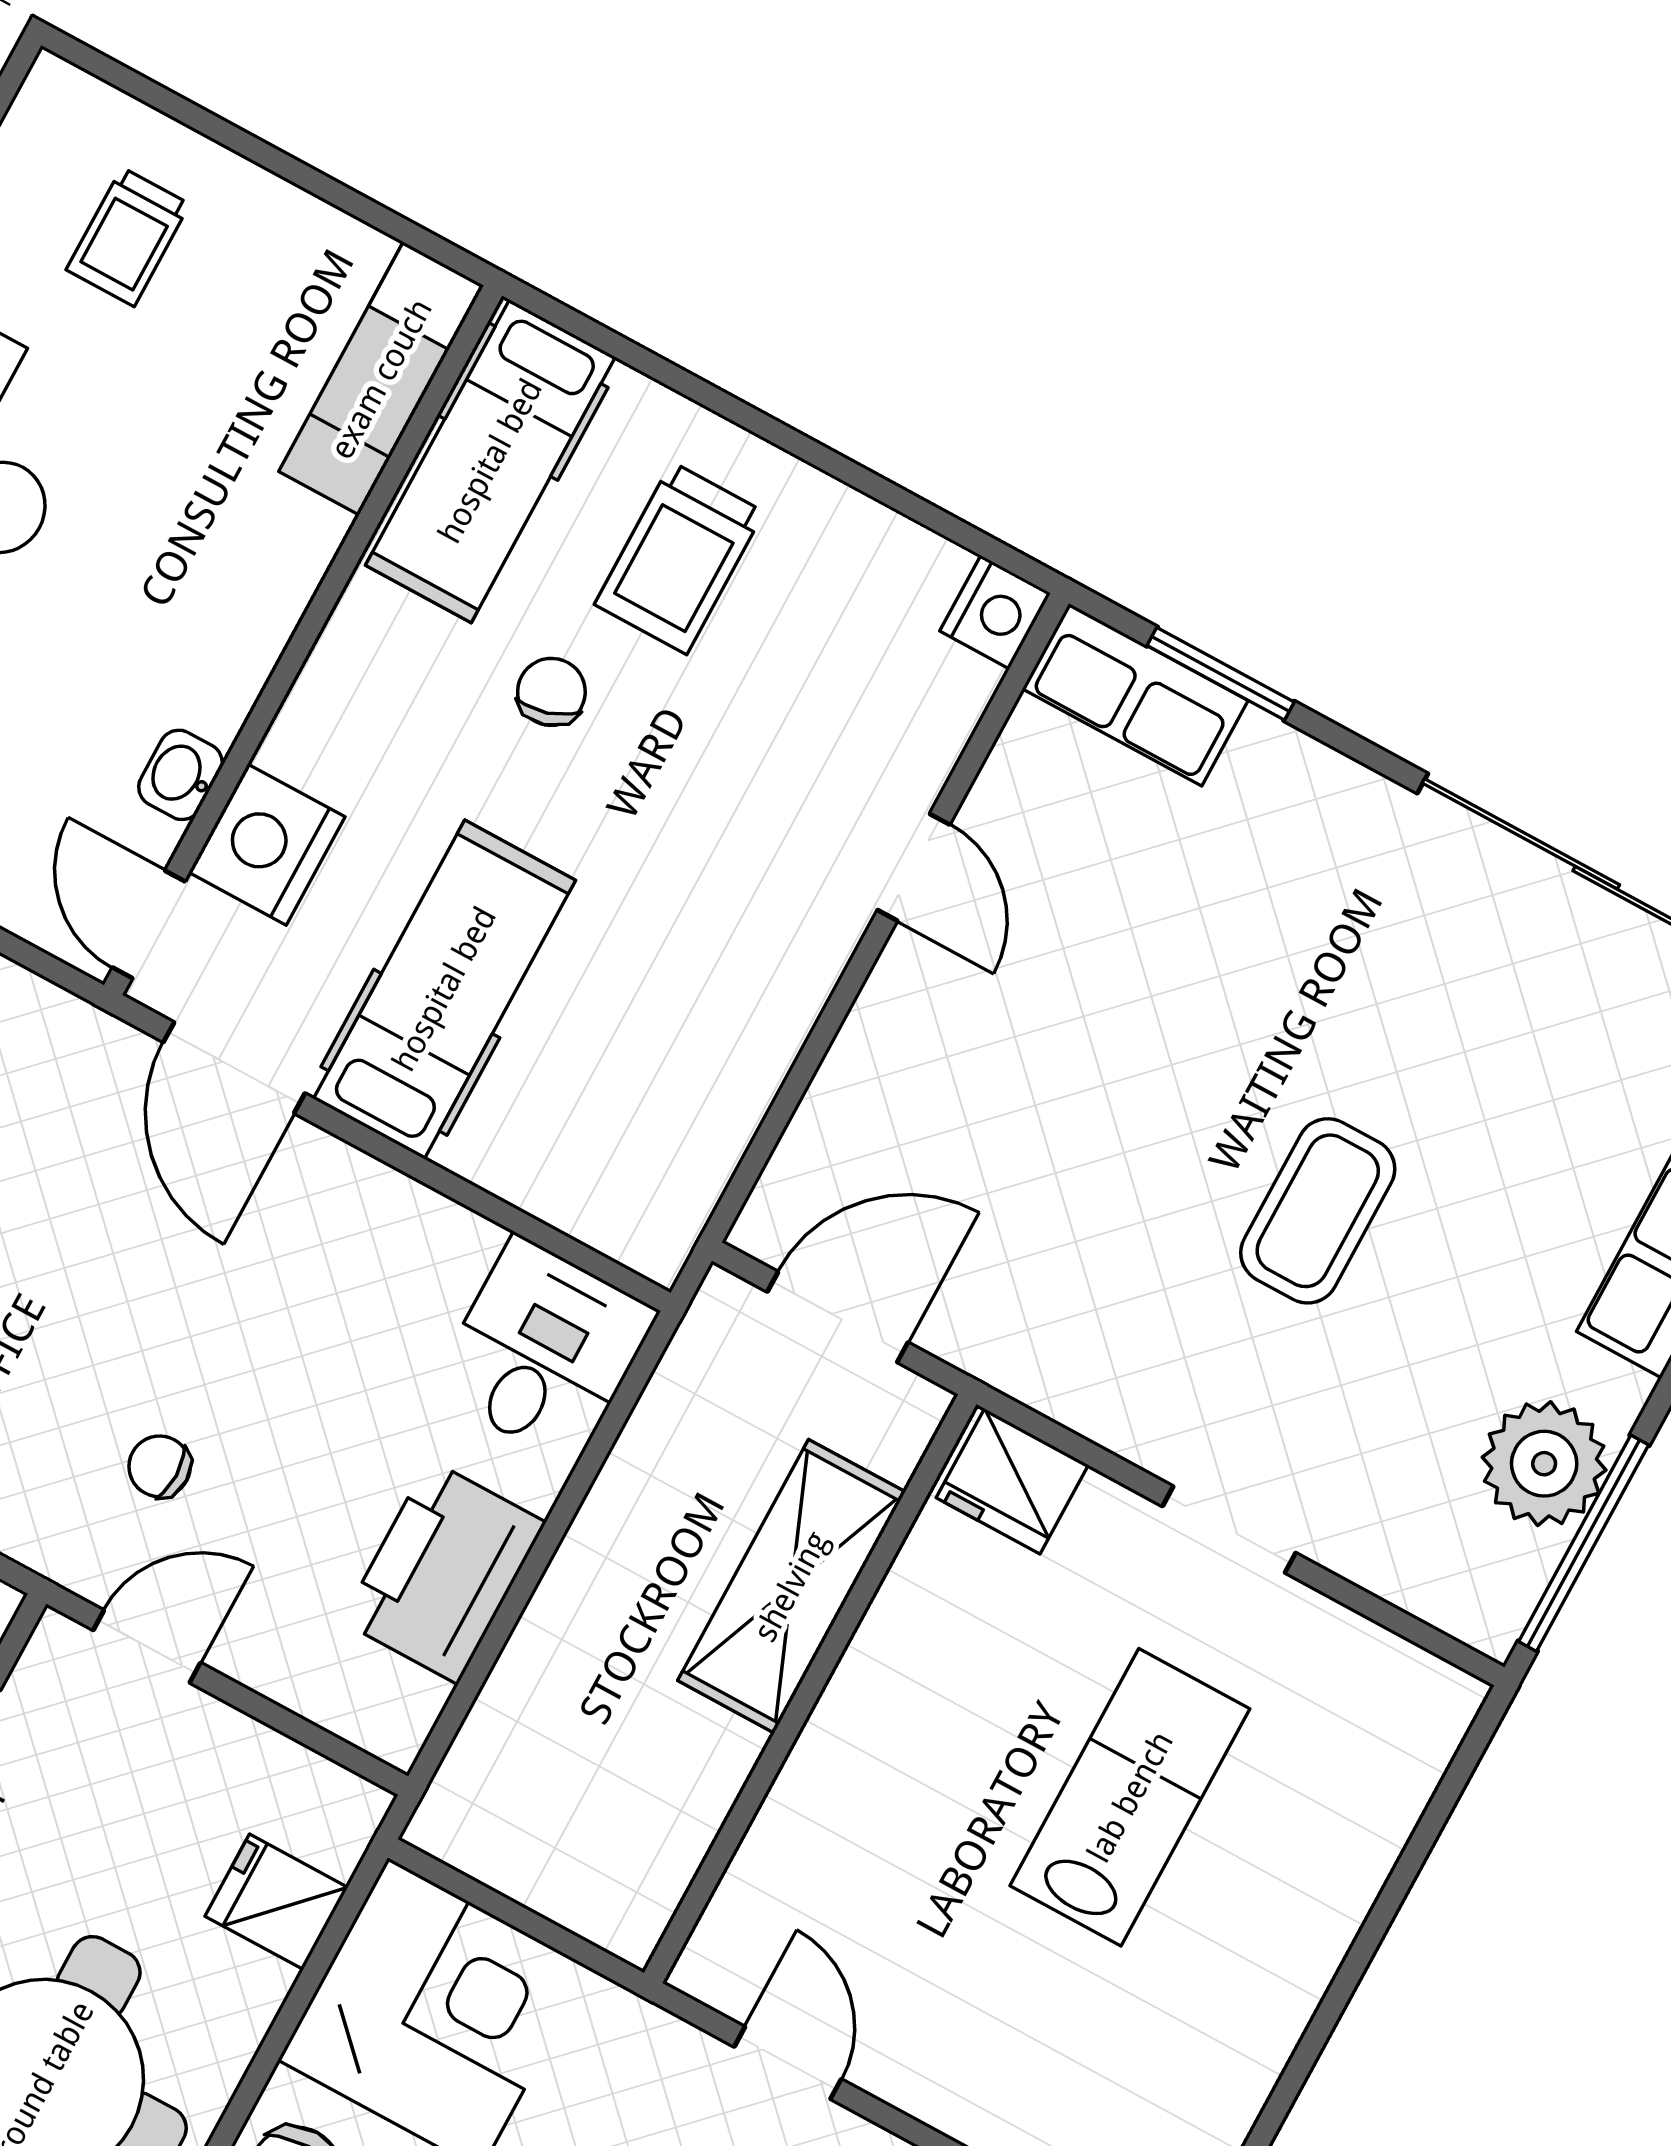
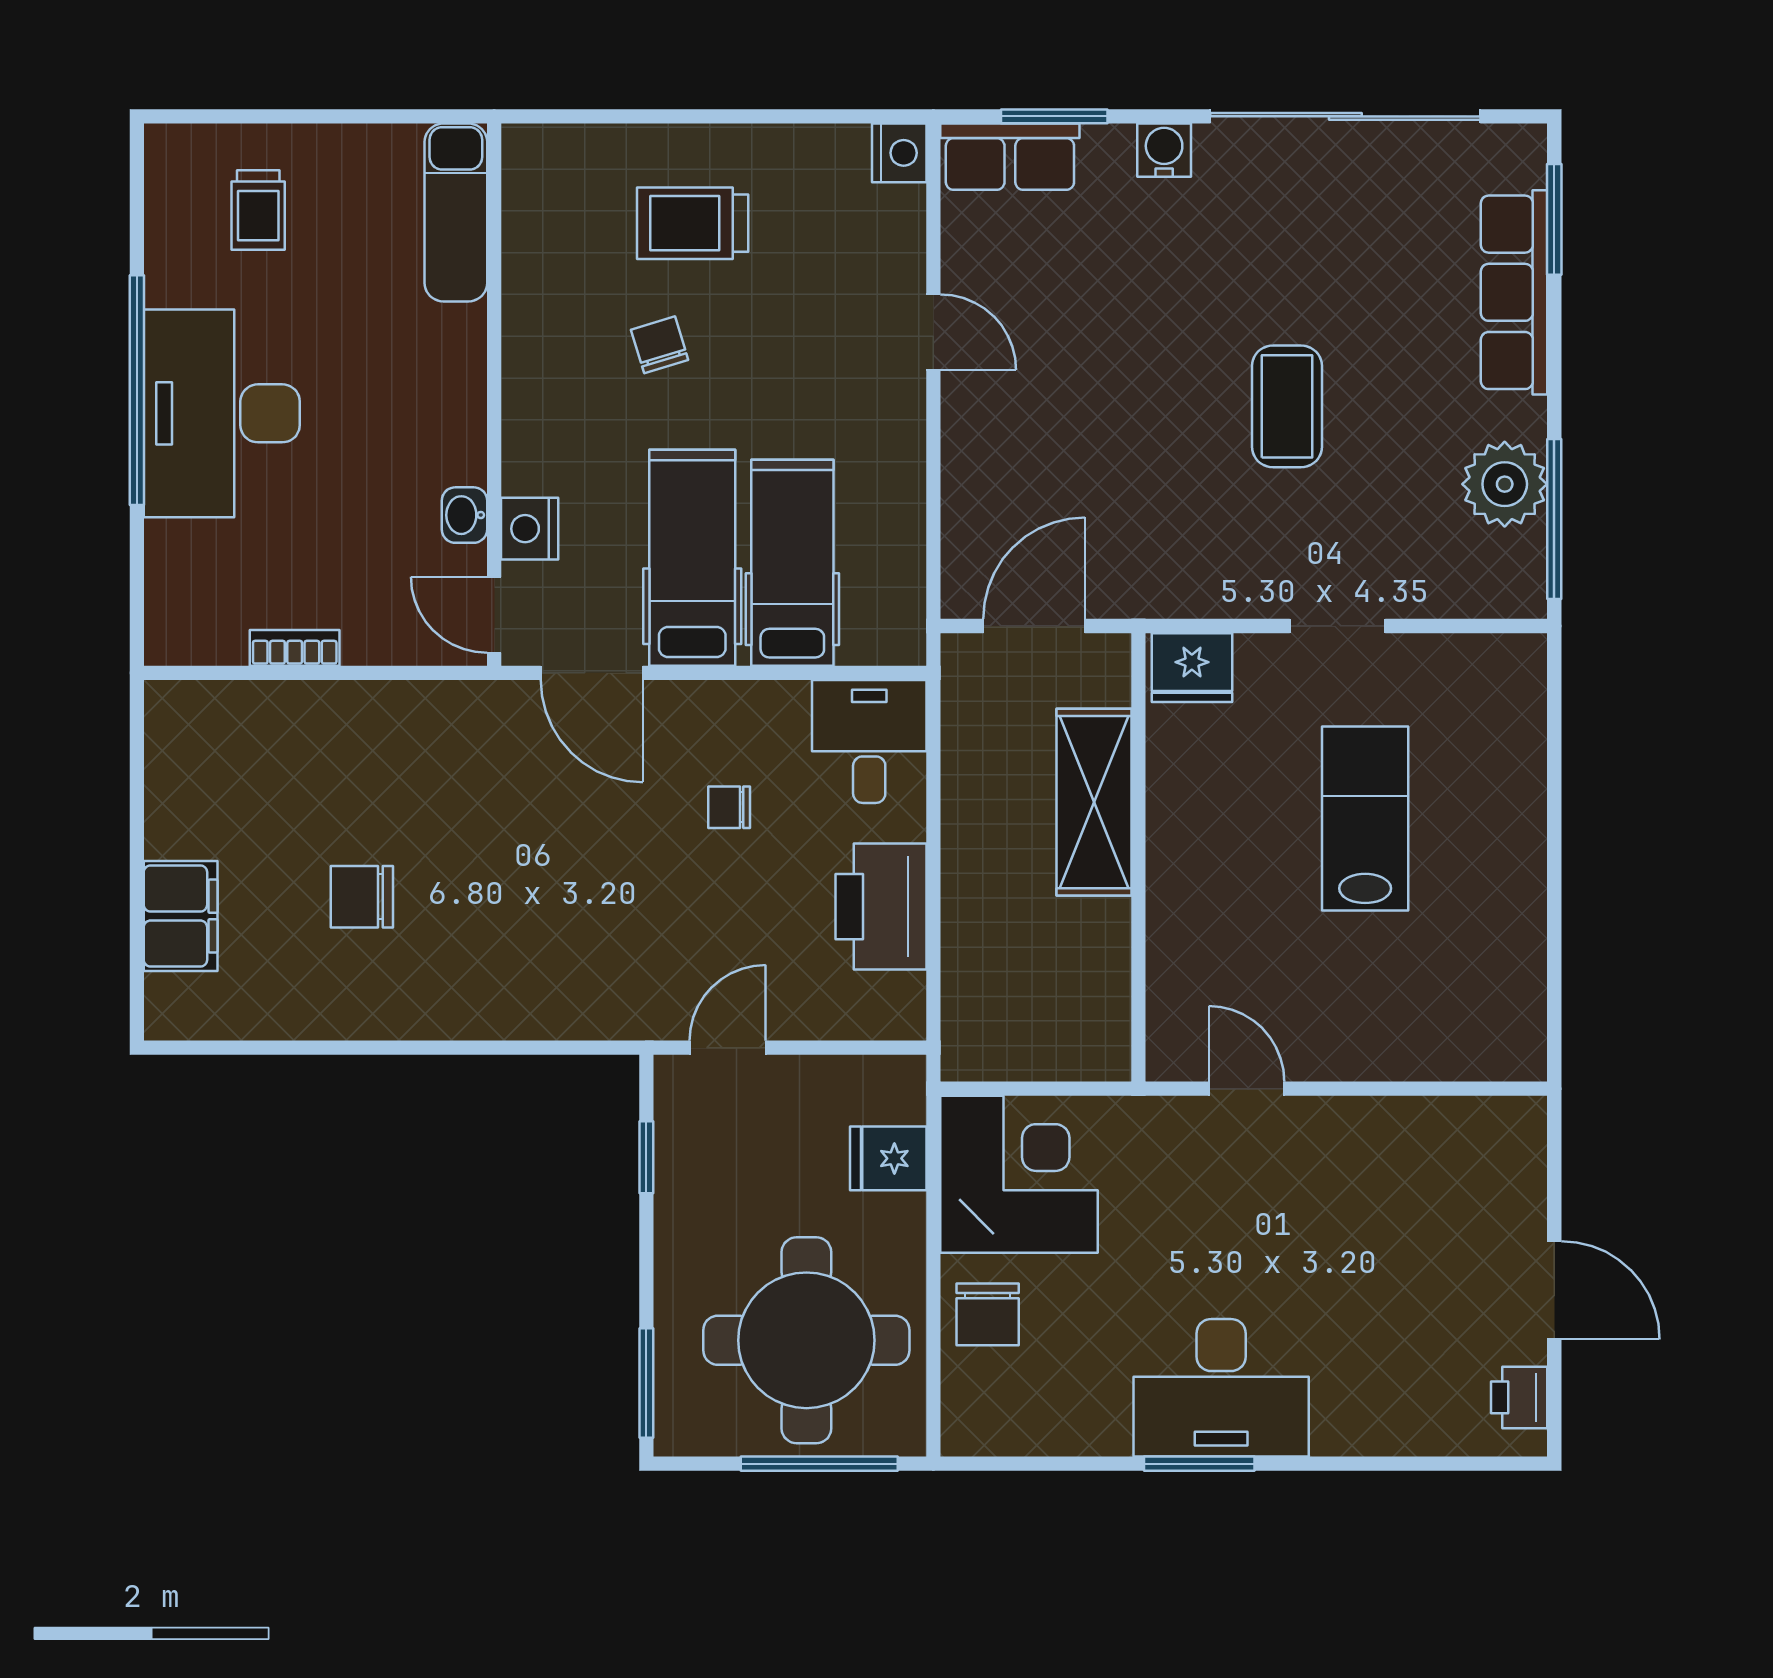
hospital bed: (490, 461) -> (792, 563), moved, turned 180
trolley: (679, 558) -> (693, 223), turned 90
water cooler: (1339, 794) -> (1164, 150), added
nightstand: (267, 845) -> (530, 529), width x0.74, depth x0.75
chair: (160, 1466) -> (729, 807), moved

